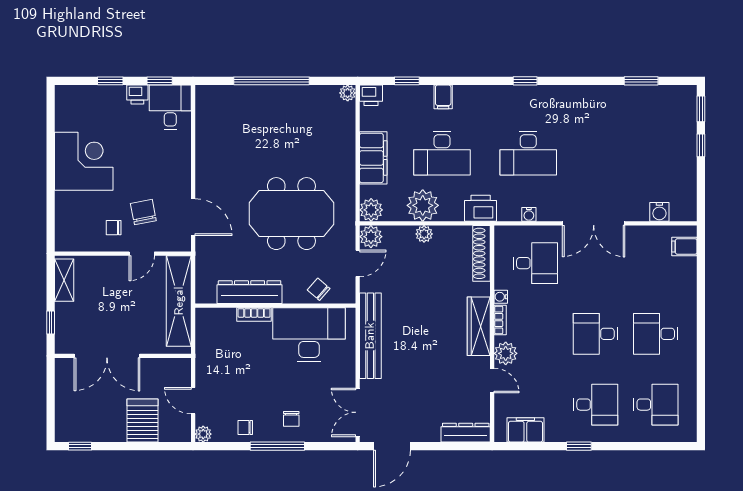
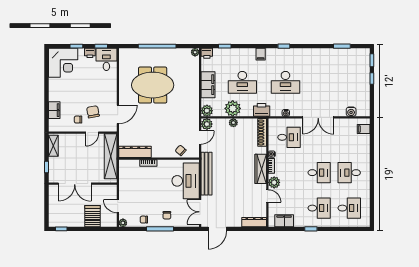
filing cabinet: (443, 97) -> (261, 54), moved
corner desk: (84, 161) -> (63, 63), moved, turned 90
filing cabinet: (66, 209) -> (54, 110), added
meeting table: (291, 214) -> (153, 85), moved
door: (193, 217) -> (118, 114), hinge flipped
dresser: (250, 292) -> (135, 152), moved
desk: (596, 334) -> (319, 173), turned 180
desk: (309, 335) -> (186, 181), moved, turned 90

